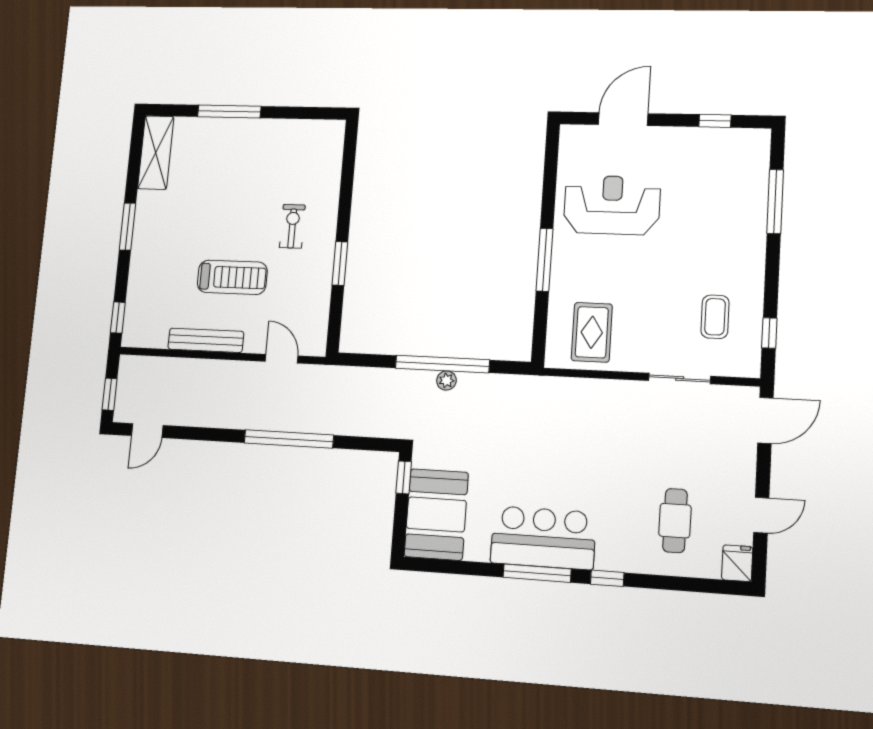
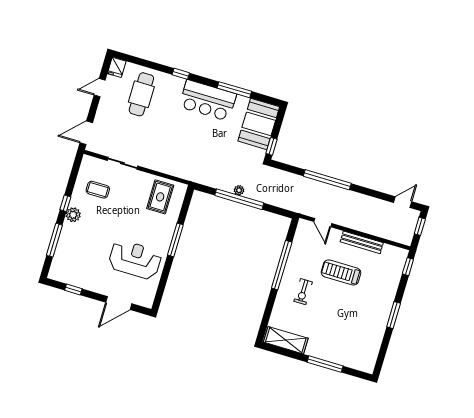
shelving: (156, 152) -> (286, 340), moved, turned 90
reception desk: (612, 205) -> (135, 260), turned 180
plant: (751, 258) -> (73, 215), added
window: (340, 264) -> (282, 265), width x2.11
coffee table: (715, 317) -> (98, 190), turned 90
window: (769, 333) -> (65, 203), moved
cafe table: (675, 521) -> (141, 94), width x1.37, depth x1.35
window: (537, 573) -> (234, 90), moved

